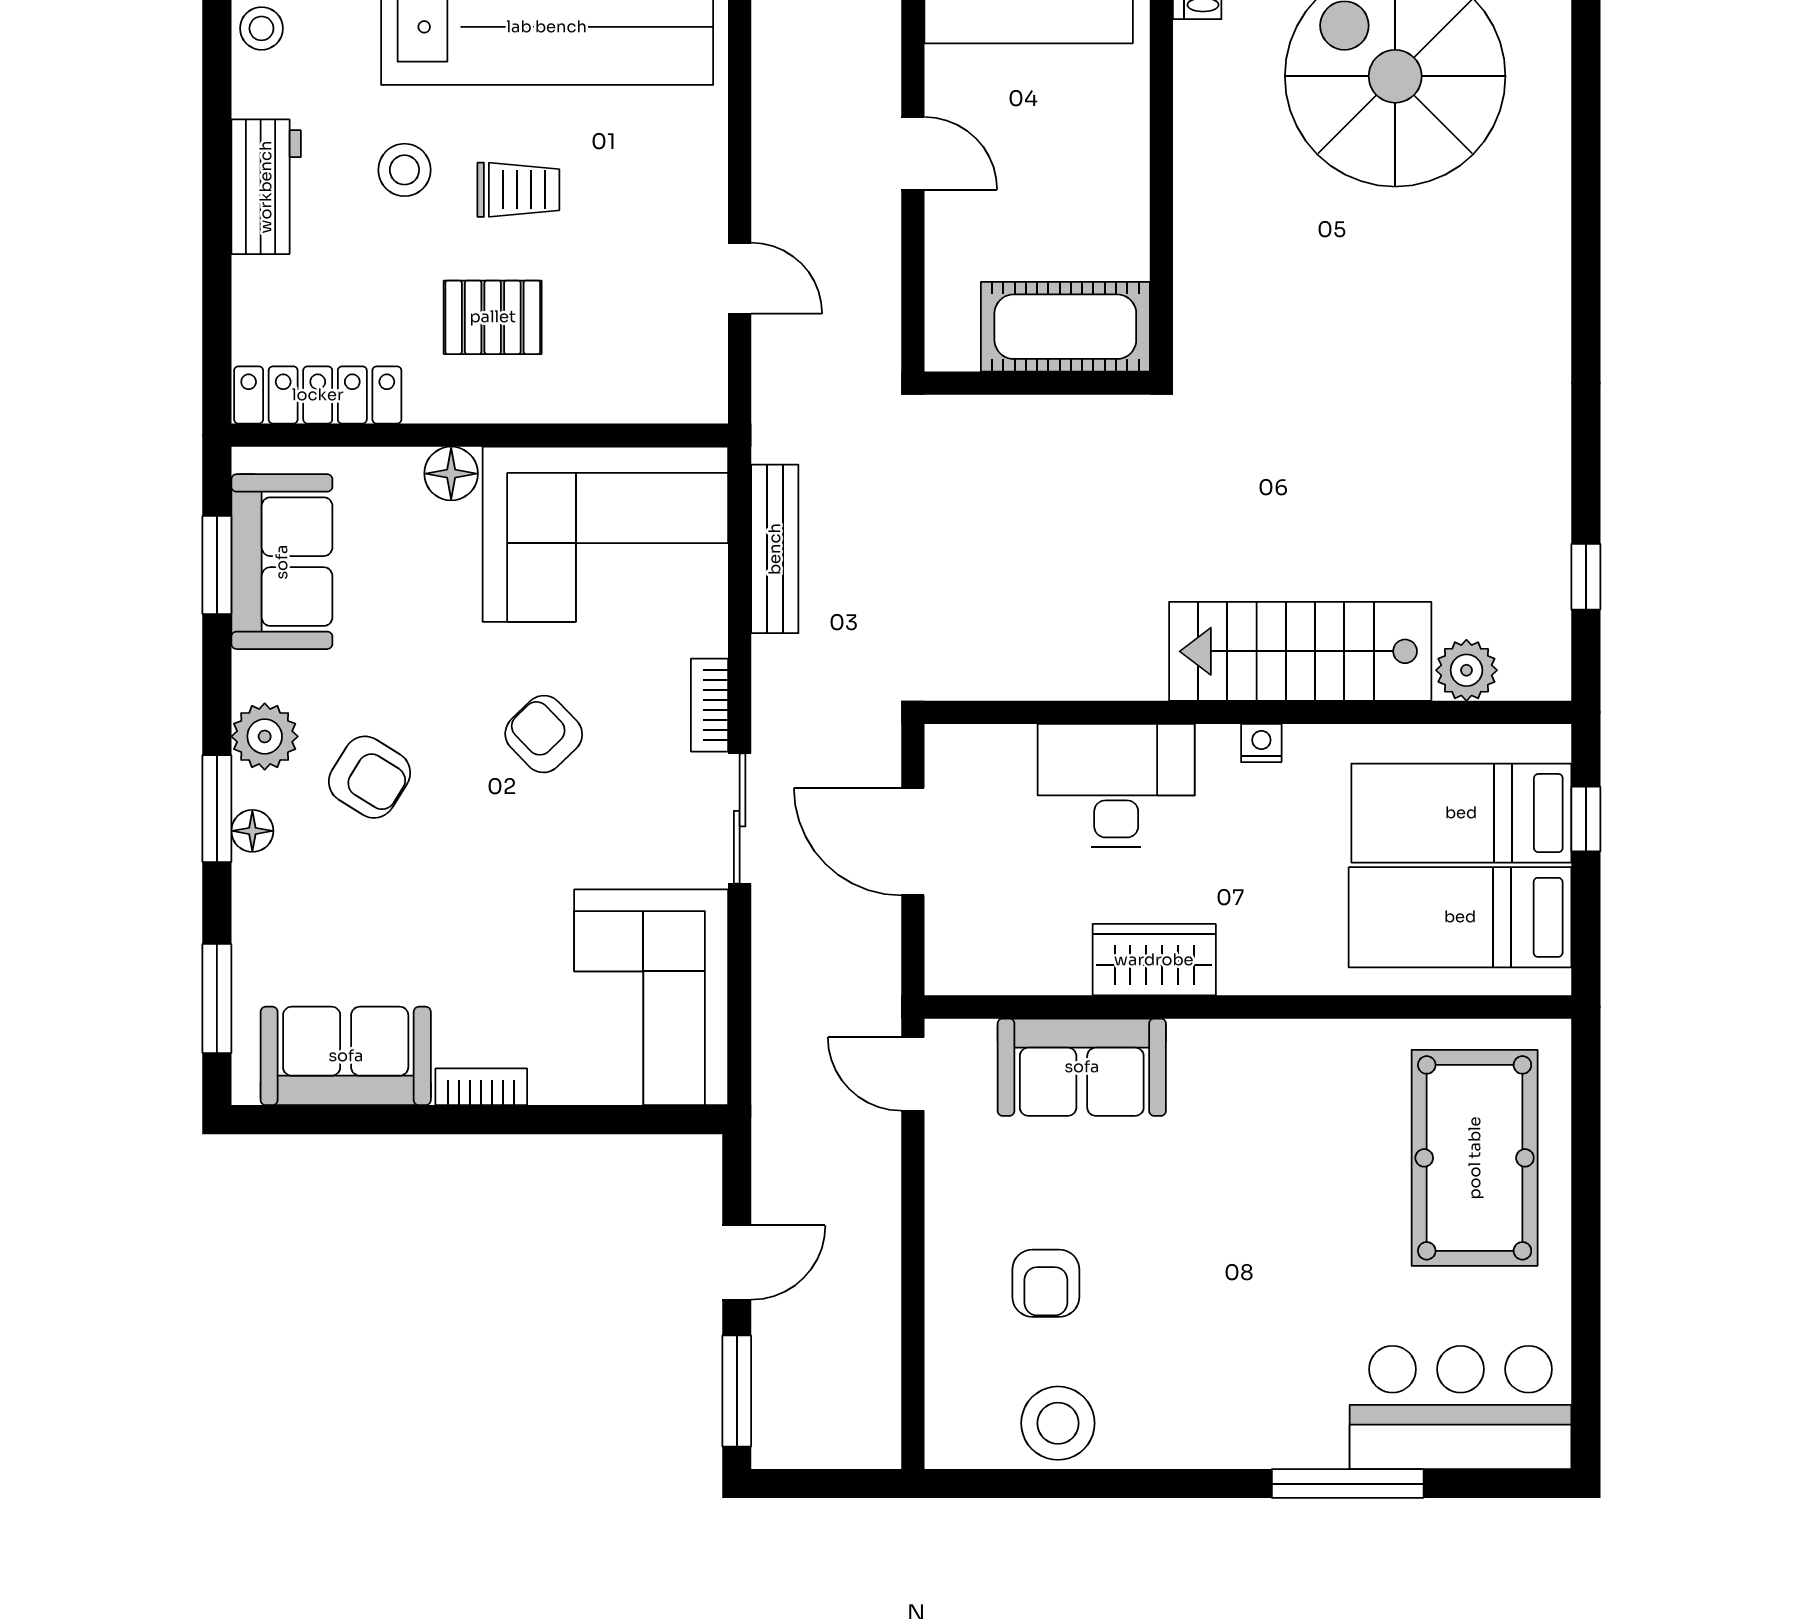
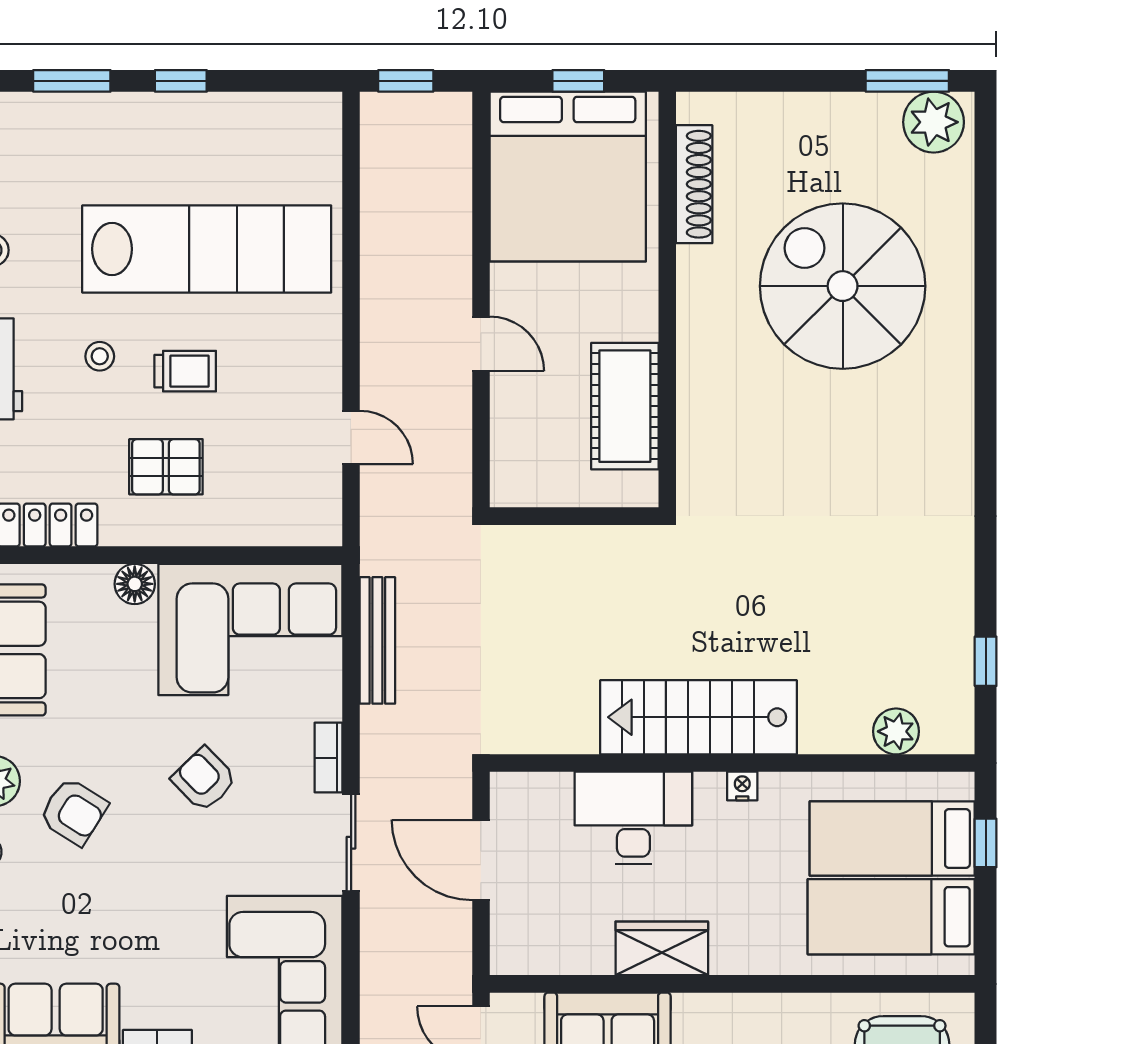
stool: (404, 170) -> (100, 356), width x0.73, depth x0.73
cot: (1065, 327) -> (625, 406), moved, turned 90
stairs: (1300, 651) -> (698, 717), moved

